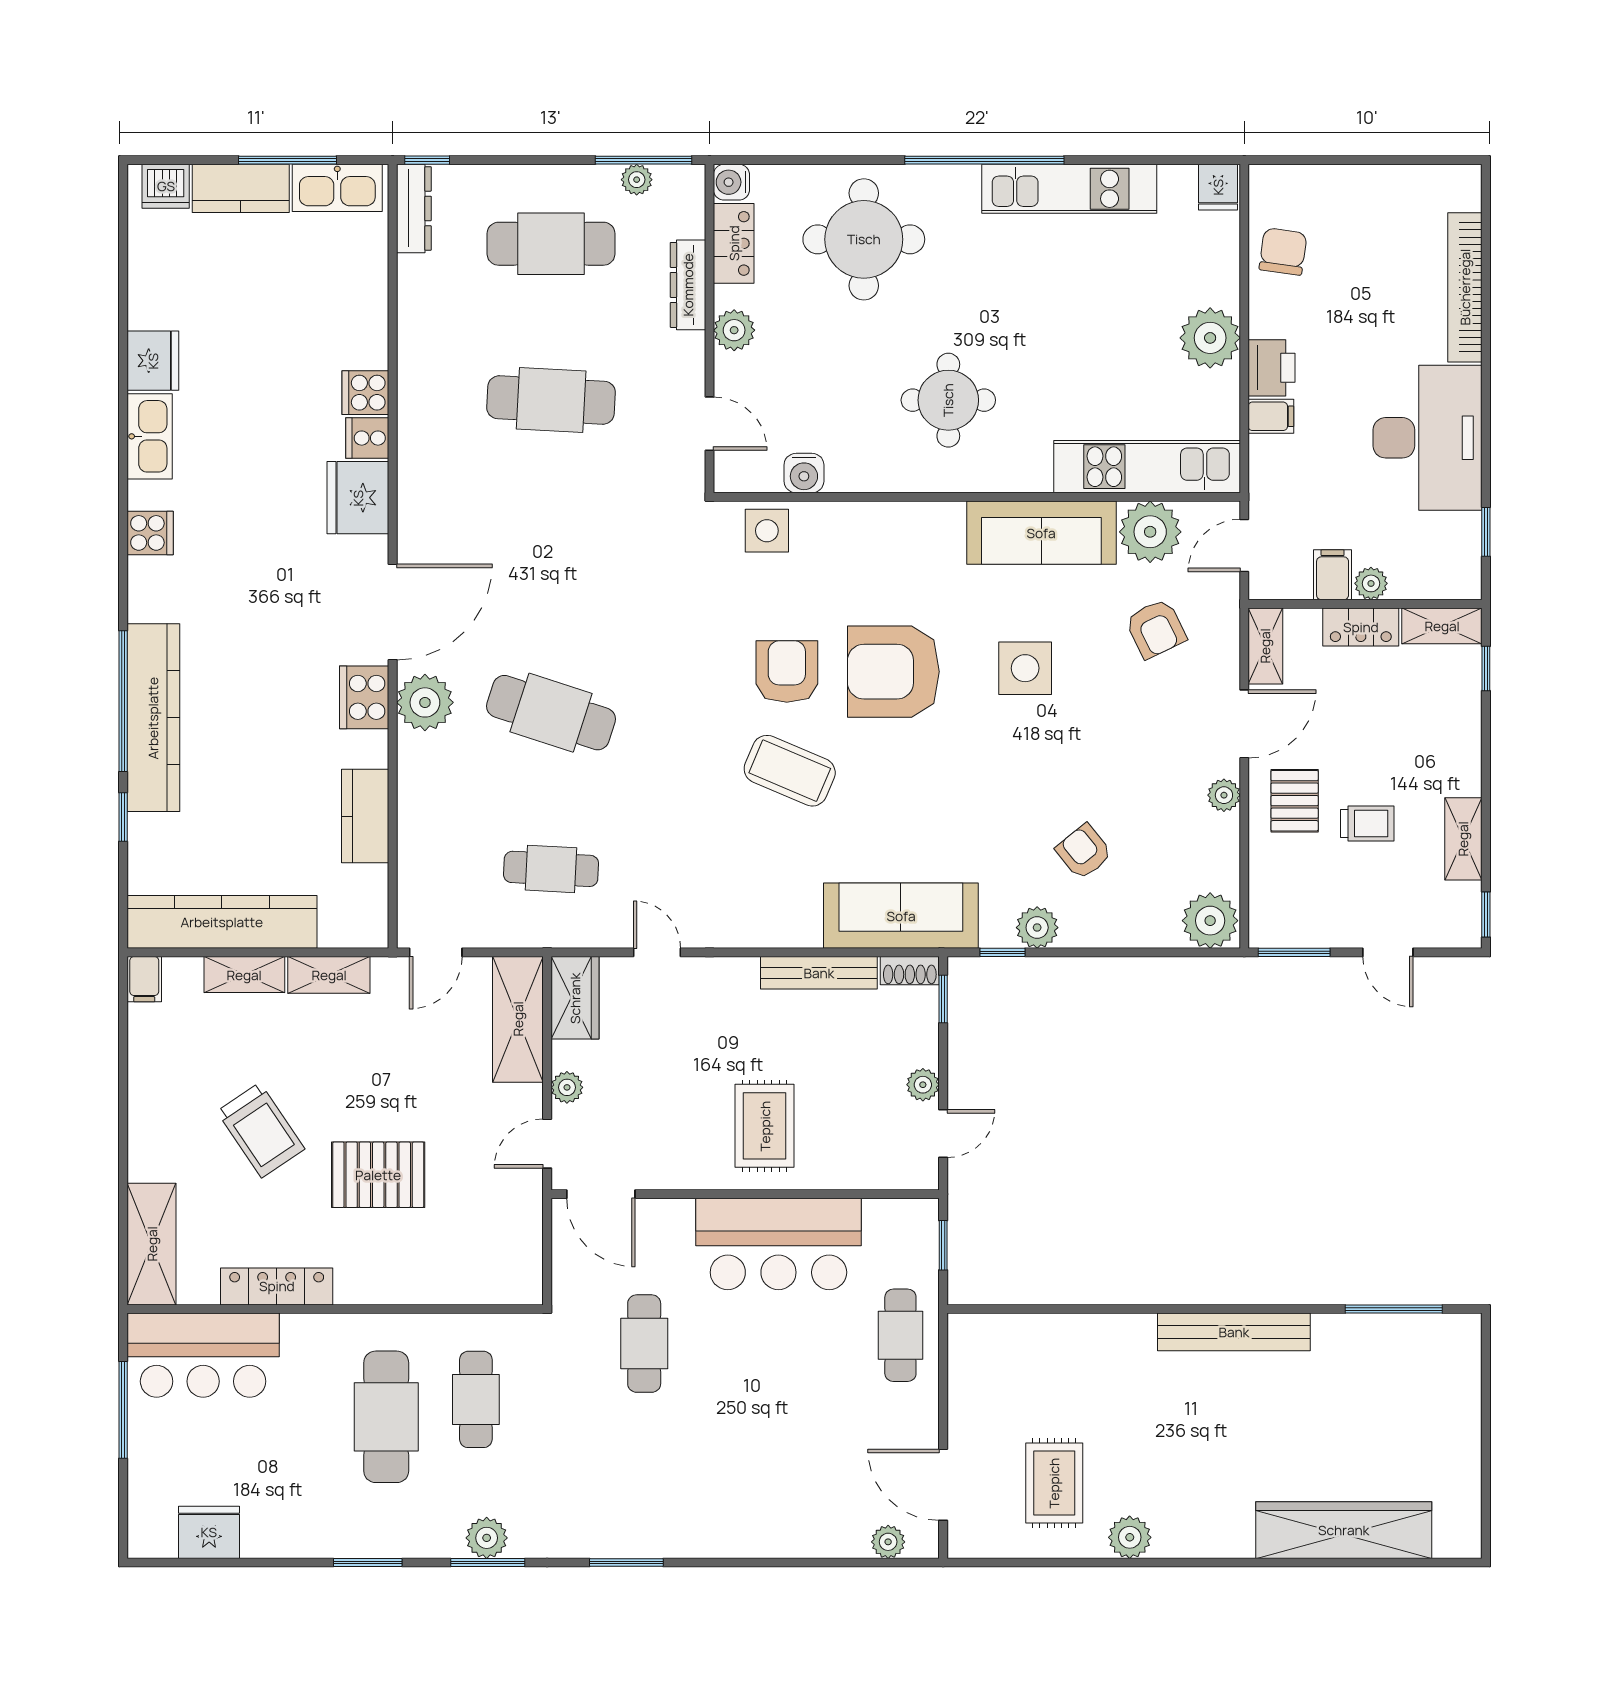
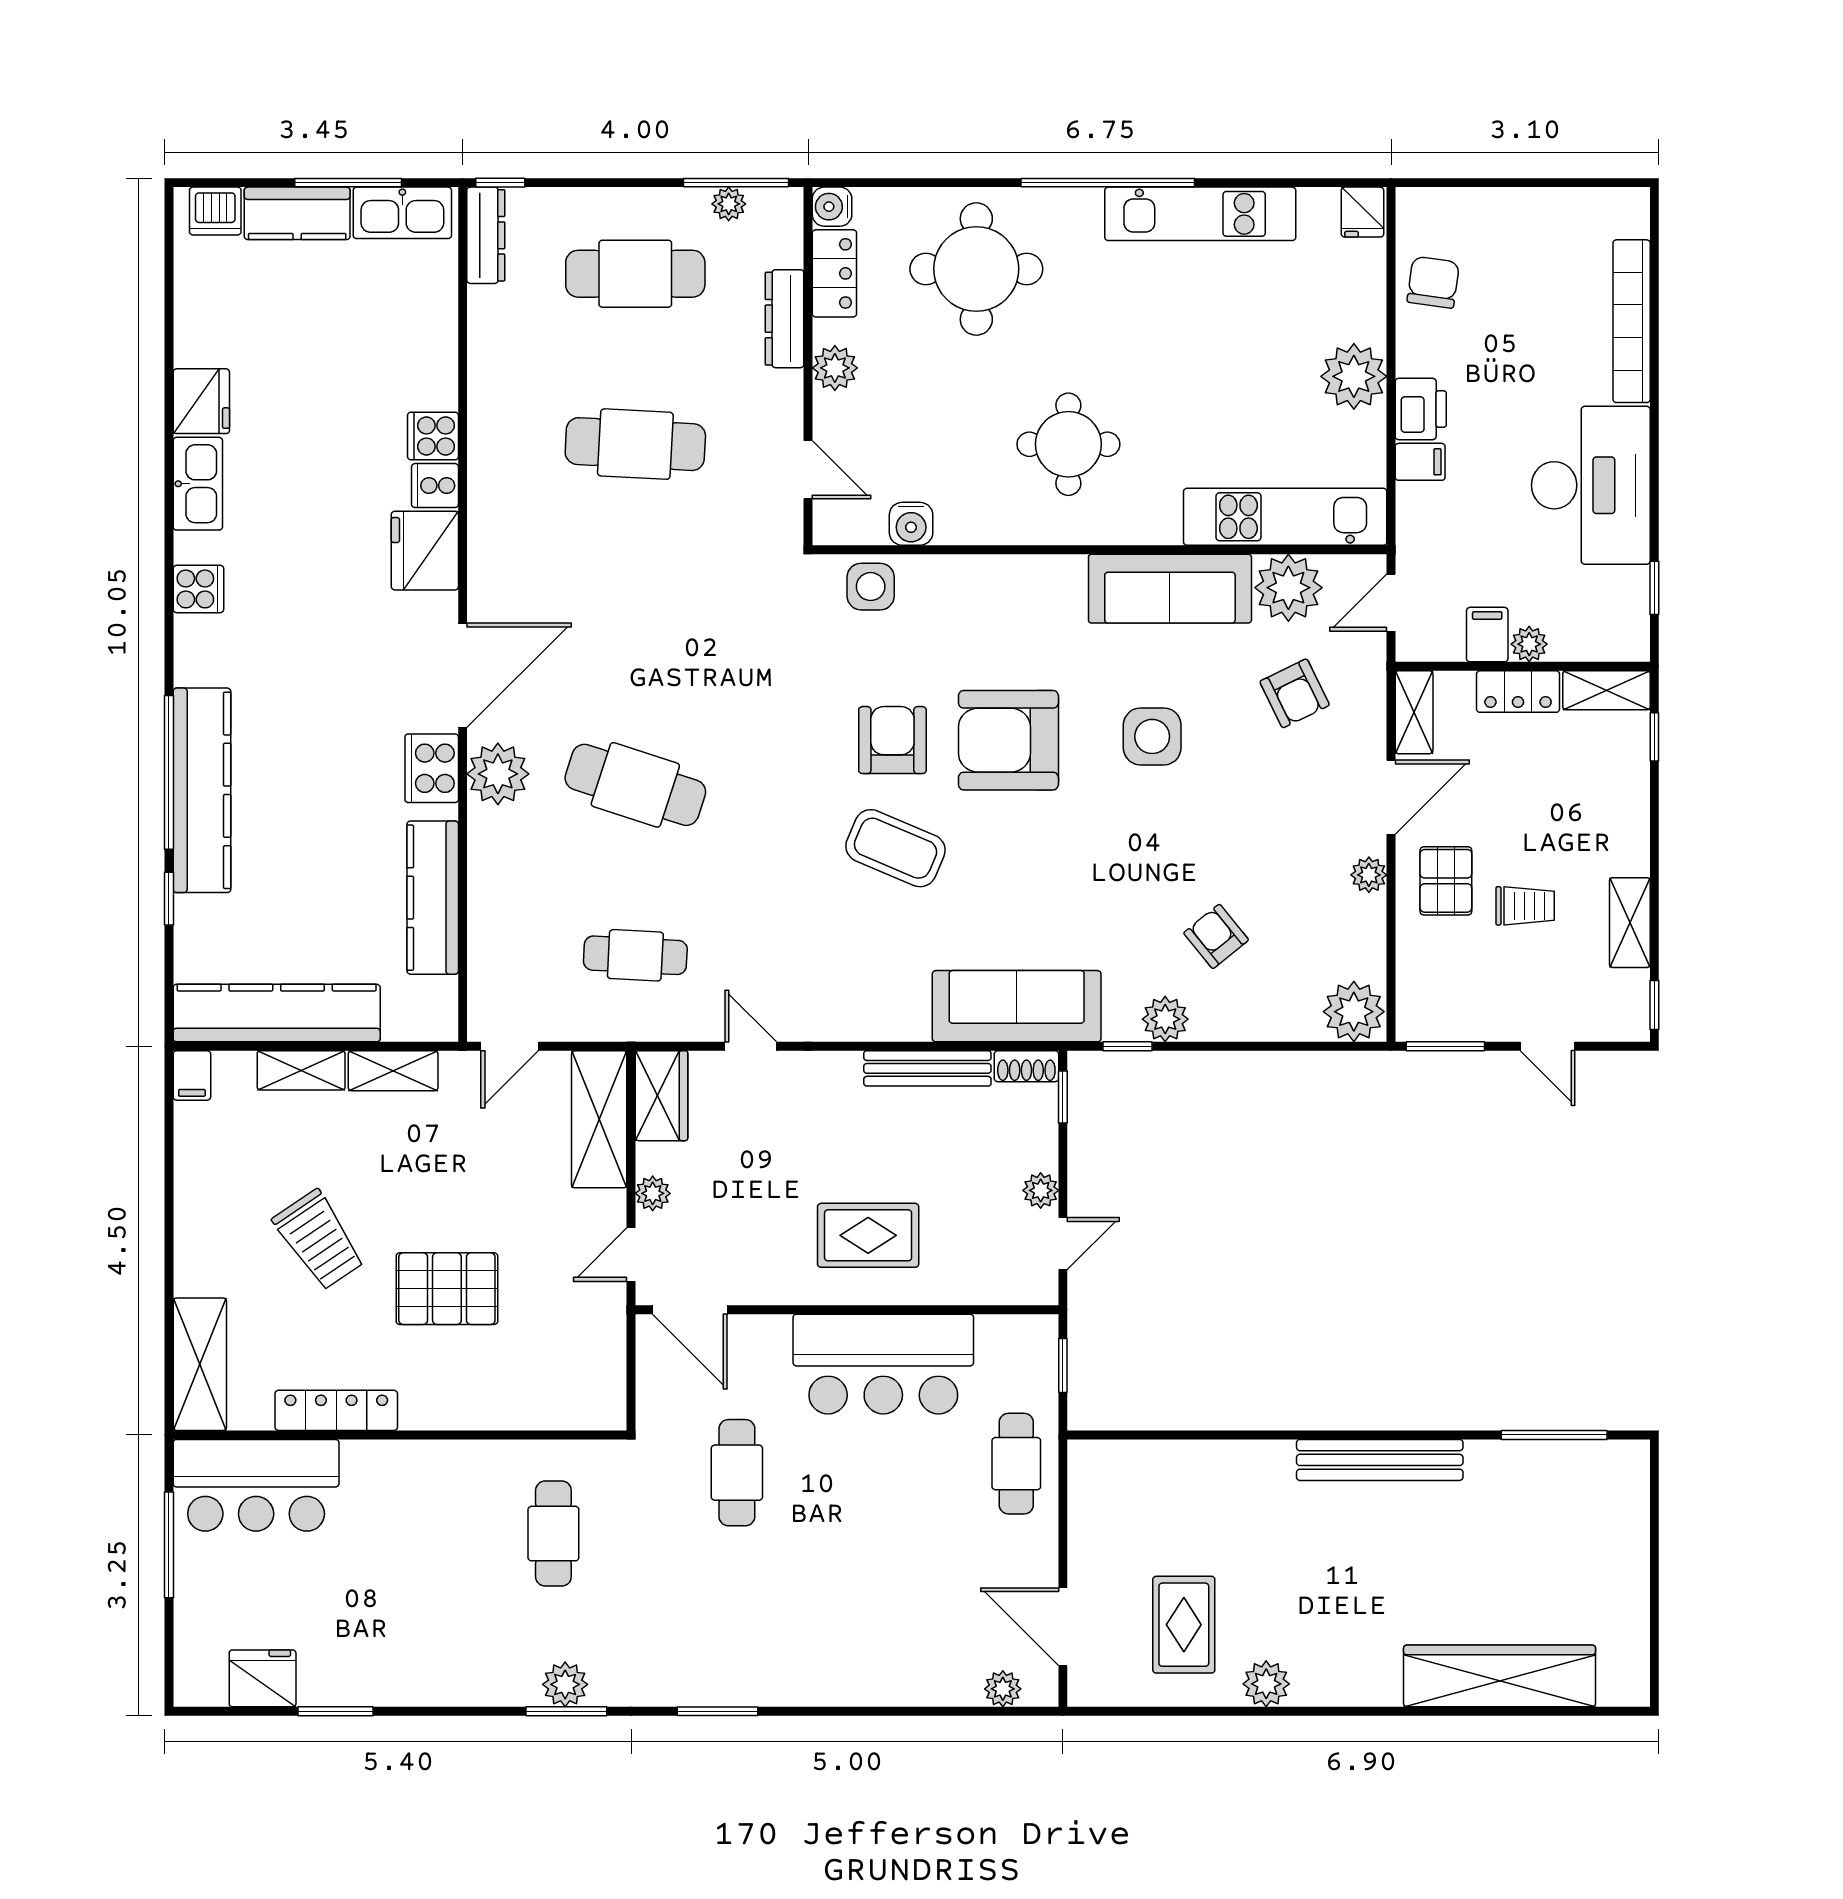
kitchen counter: (365, 816) -> (433, 898), width x1.50
rug: (765, 1126) -> (868, 1235), turned 90
cafe table: (386, 1417) -> (456, 1553), removed
window: (368, 1562) -> (335, 1711), moved

